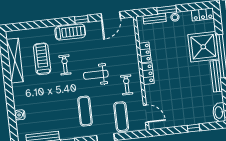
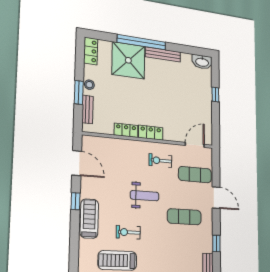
weight bench: (96, 75) -> (145, 196), turned -90

